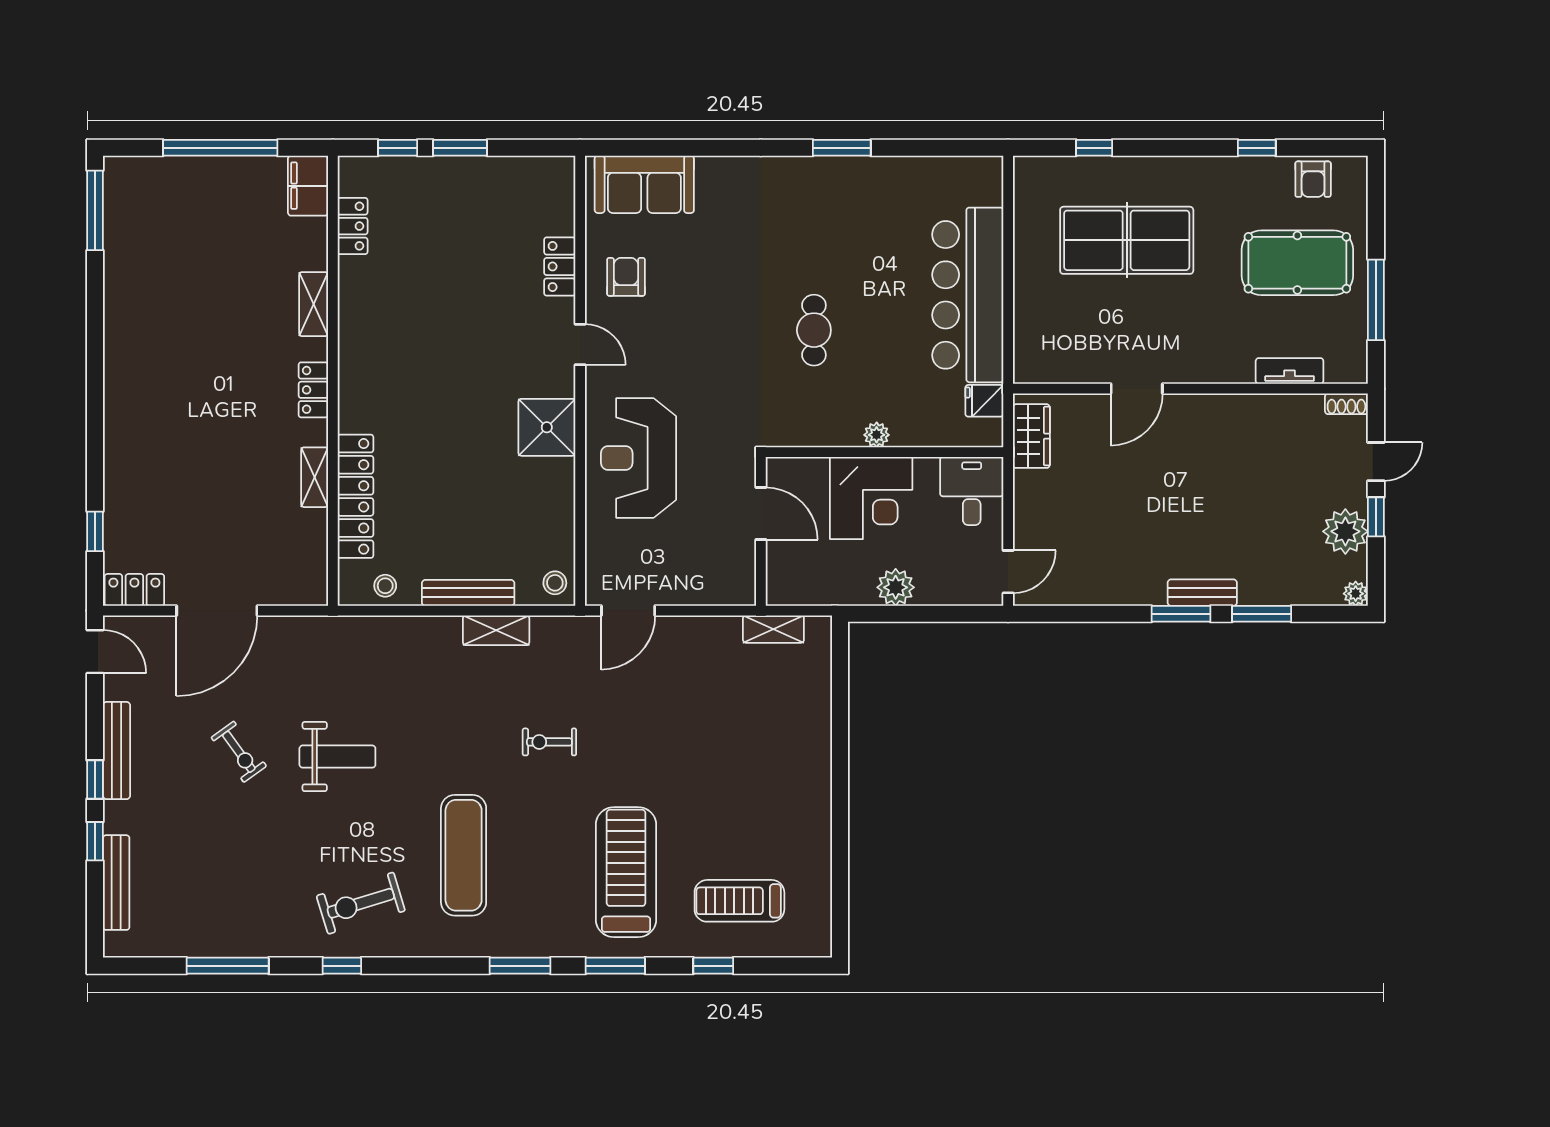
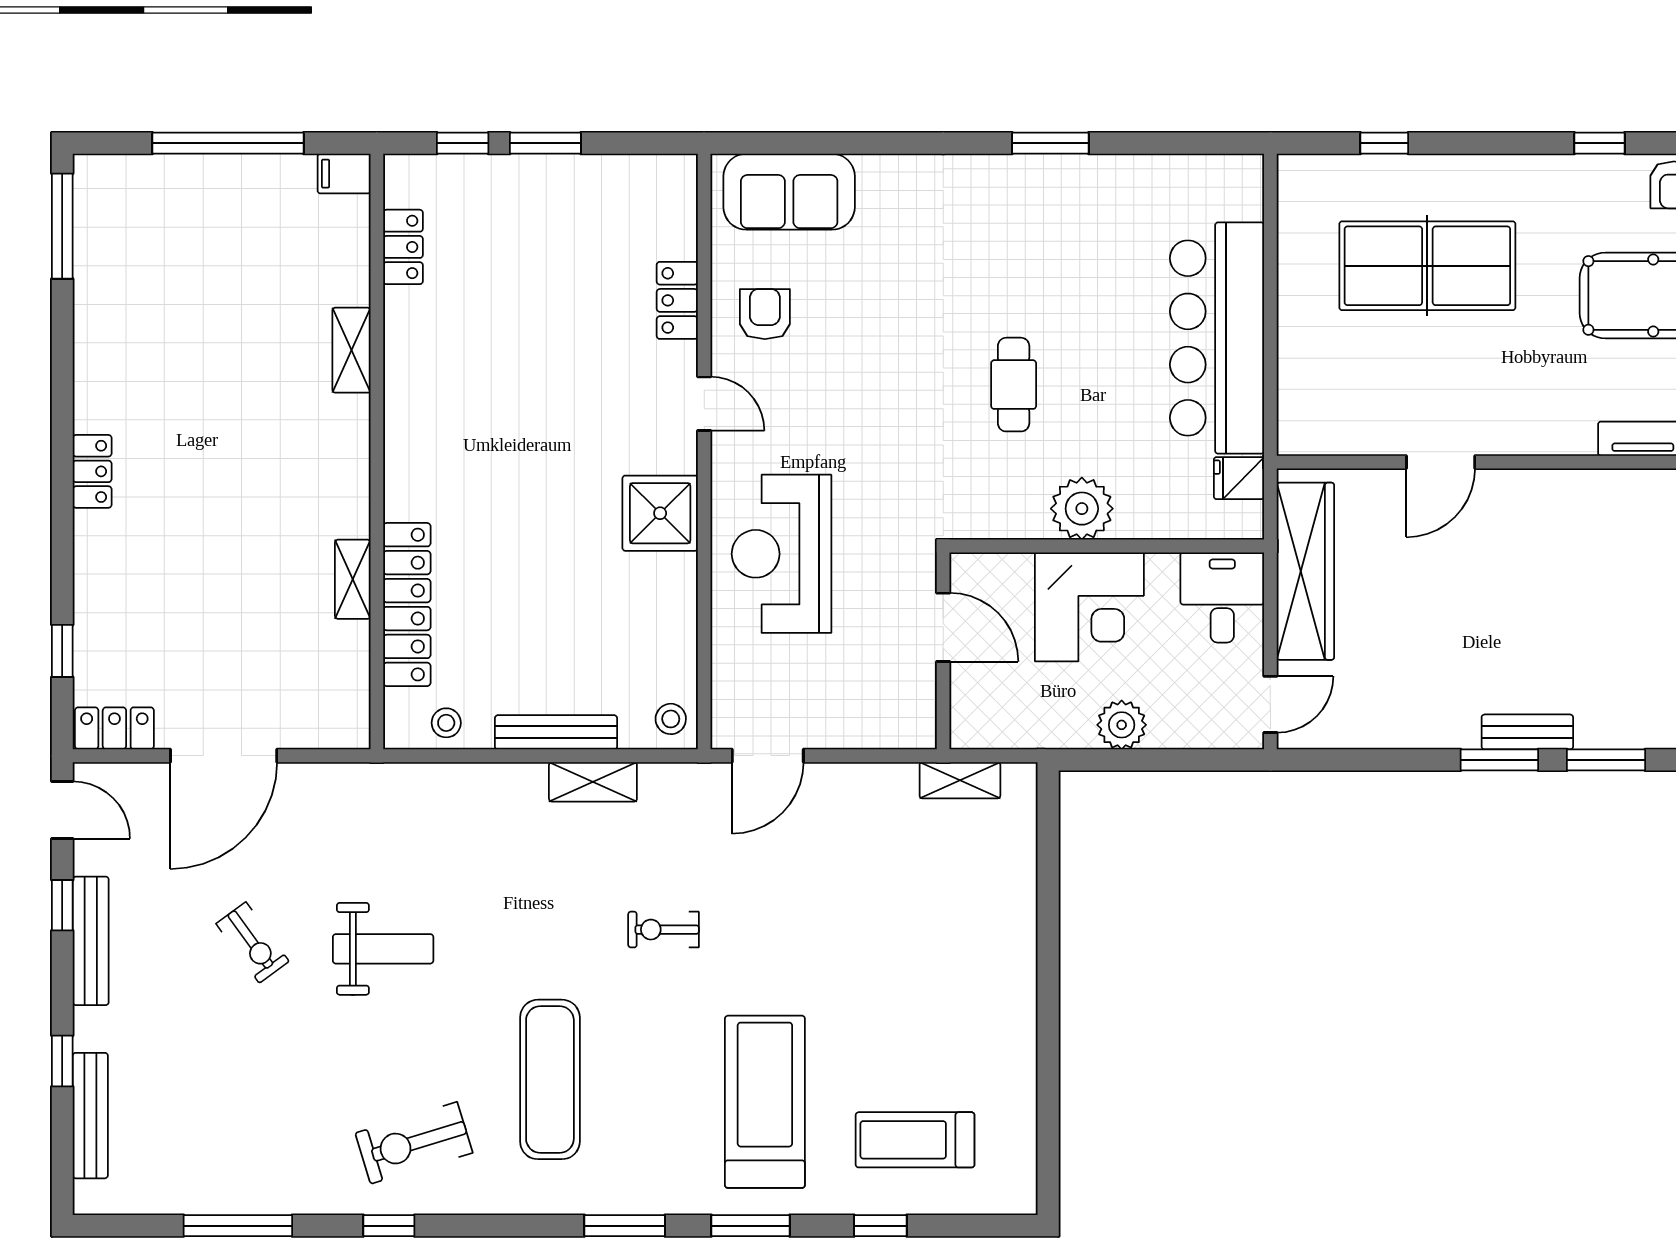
filing cabinet: (308, 186) -> (344, 174), width x0.50
locker: (313, 390) -> (92, 471), moved, turned 180
plant: (877, 435) -> (1082, 509), width x1.87, depth x1.87
wardrobe: (1031, 436) -> (1305, 571), width x2.10, depth x1.17
window: (95, 780) -> (62, 905), moved

